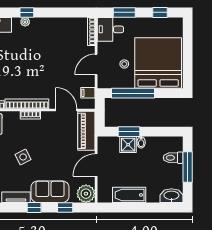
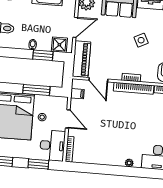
window: (27, 12) -> (127, 171), removed
desk: (110, 29) -> (52, 146), width x1.37
door: (96, 64) -> (68, 119), hinge flipped
window: (133, 93) -> (36, 90), width x0.68
shower: (128, 145) -> (59, 45), moved

